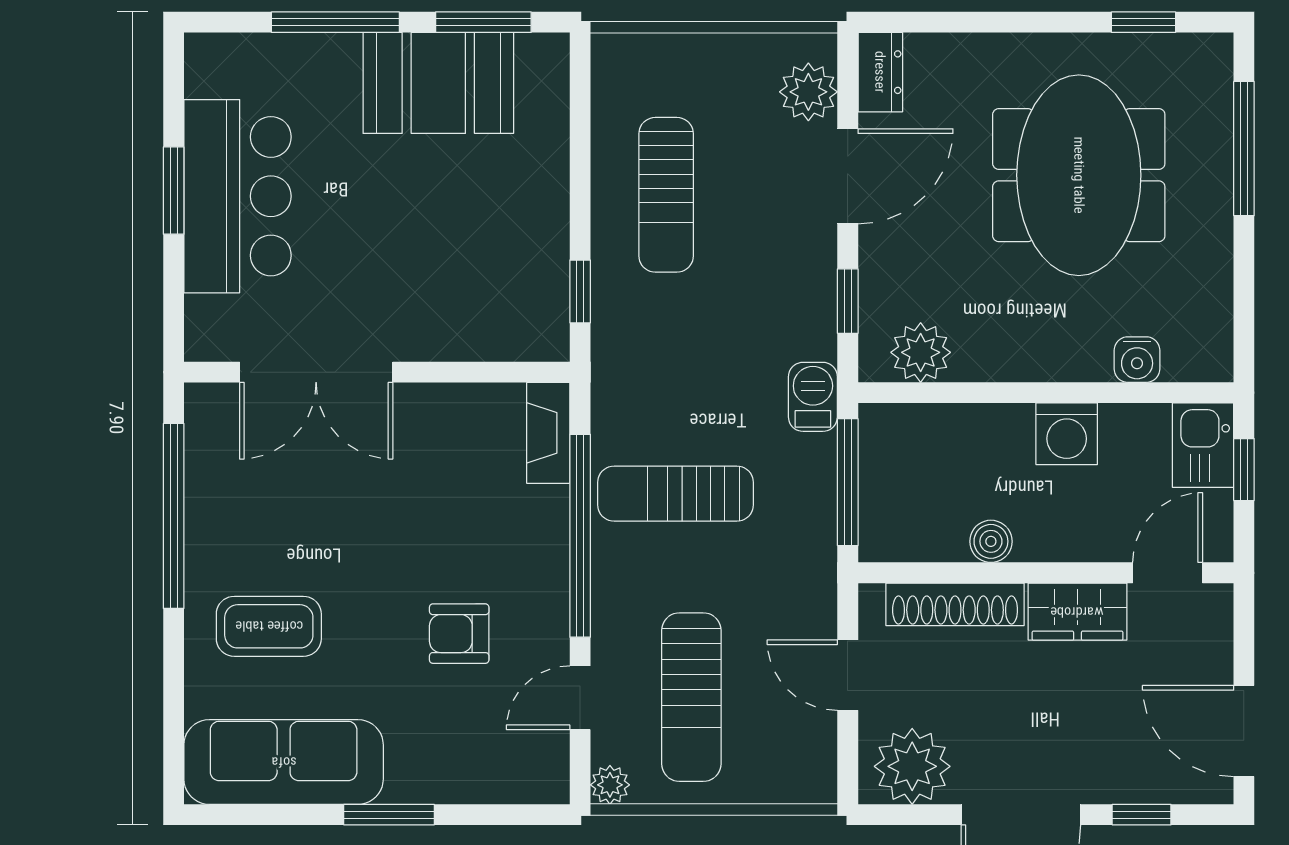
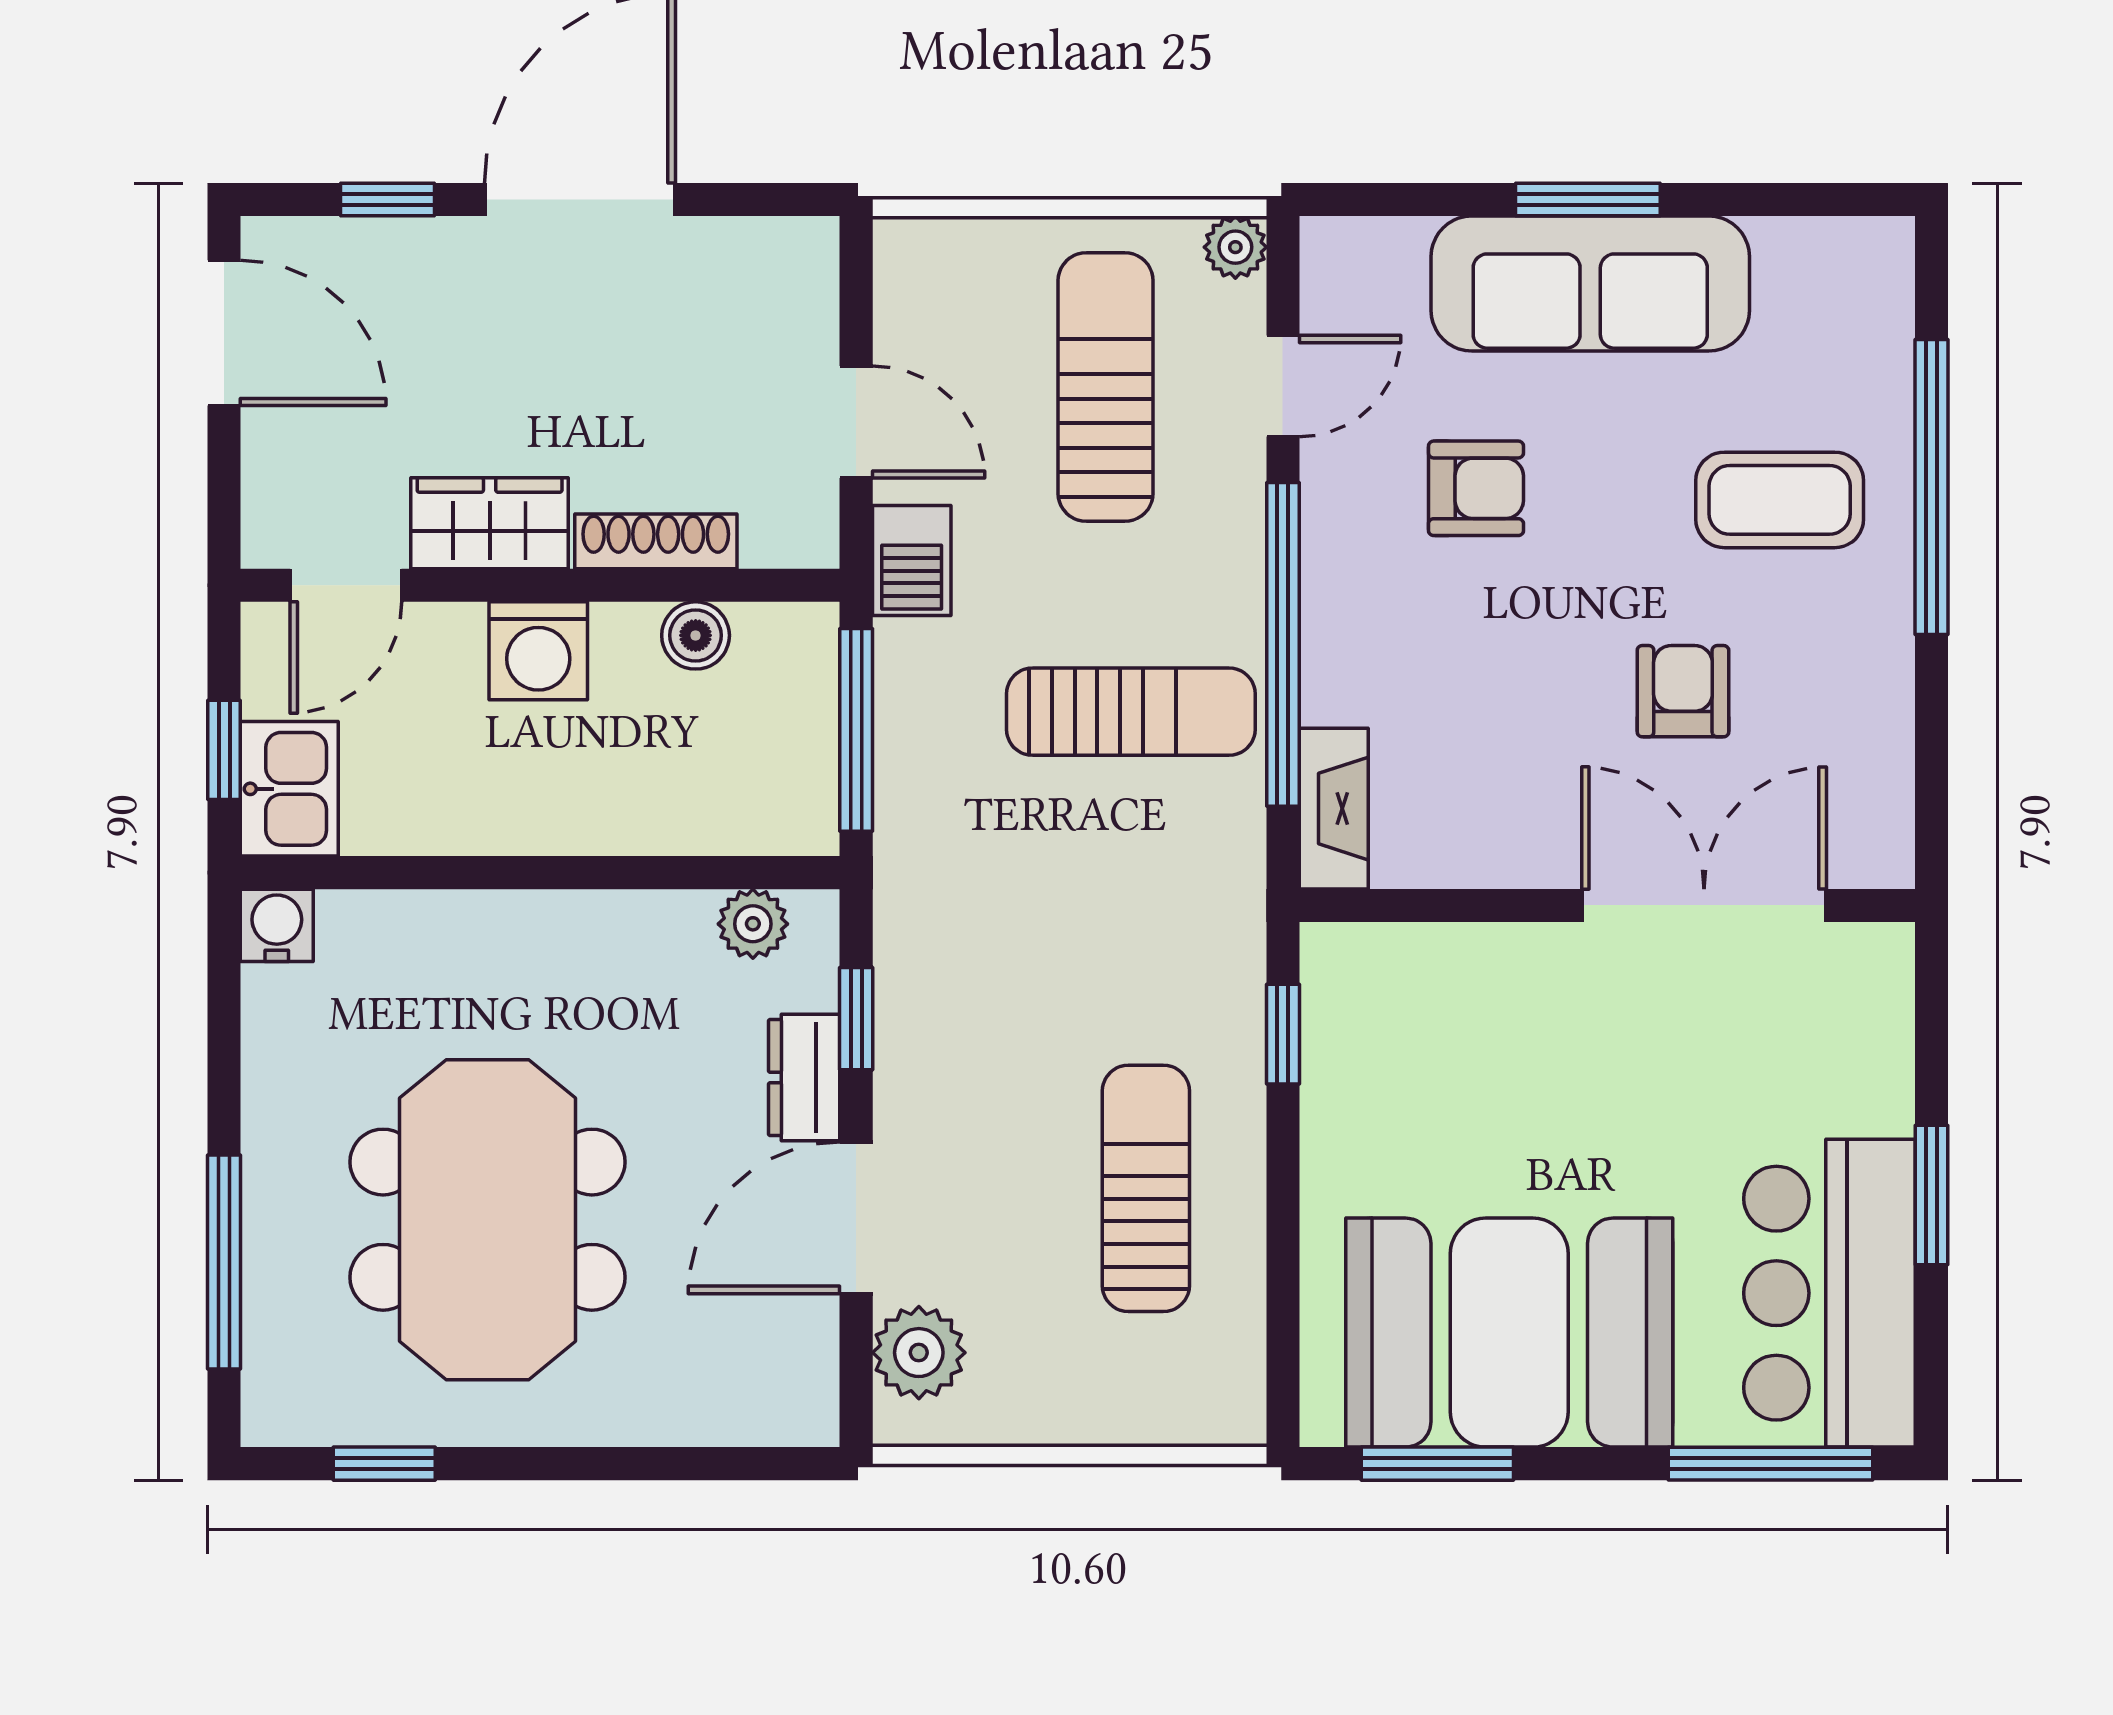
window: (335, 22) -> (1771, 1464), moved
dresser: (880, 72) -> (804, 1077), moved
booth: (438, 83) -> (1509, 1333), width x1.36, depth x1.42
bar counter: (238, 196) -> (1829, 1293), moved
plant: (921, 352) -> (753, 924), width x0.73, depth x0.73
water cooler: (1137, 360) -> (277, 925), moved
barbecue: (813, 397) -> (912, 561), moved
washing machine: (1067, 434) -> (538, 651), moved, turned 180
armchair: (329, 506) -> (1683, 691), added
window: (174, 516) -> (1931, 487), moved
boiler: (991, 541) -> (696, 635), moved
shoe rack: (955, 604) -> (656, 541), width x0.74, depth x0.81
sofa: (284, 762) -> (1590, 284), moved
plant: (912, 766) -> (753, 277), removed

